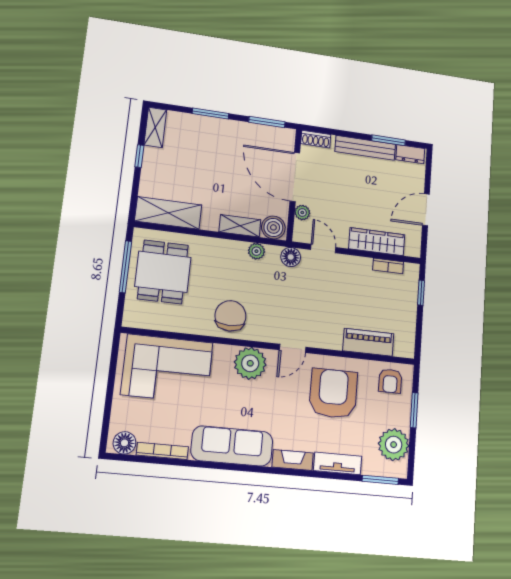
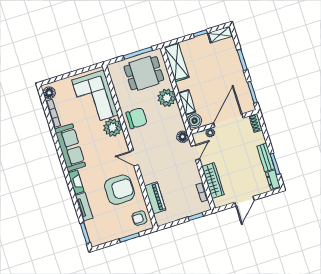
bench: (365, 148) -> (266, 157), width x0.73
door: (426, 210) -> (244, 201), swing flipped
plant: (256, 251) -> (167, 98), moved, width x1.88, depth x1.88
plant: (250, 363) -> (113, 127), moved
plant: (394, 445) -> (106, 233), removed

